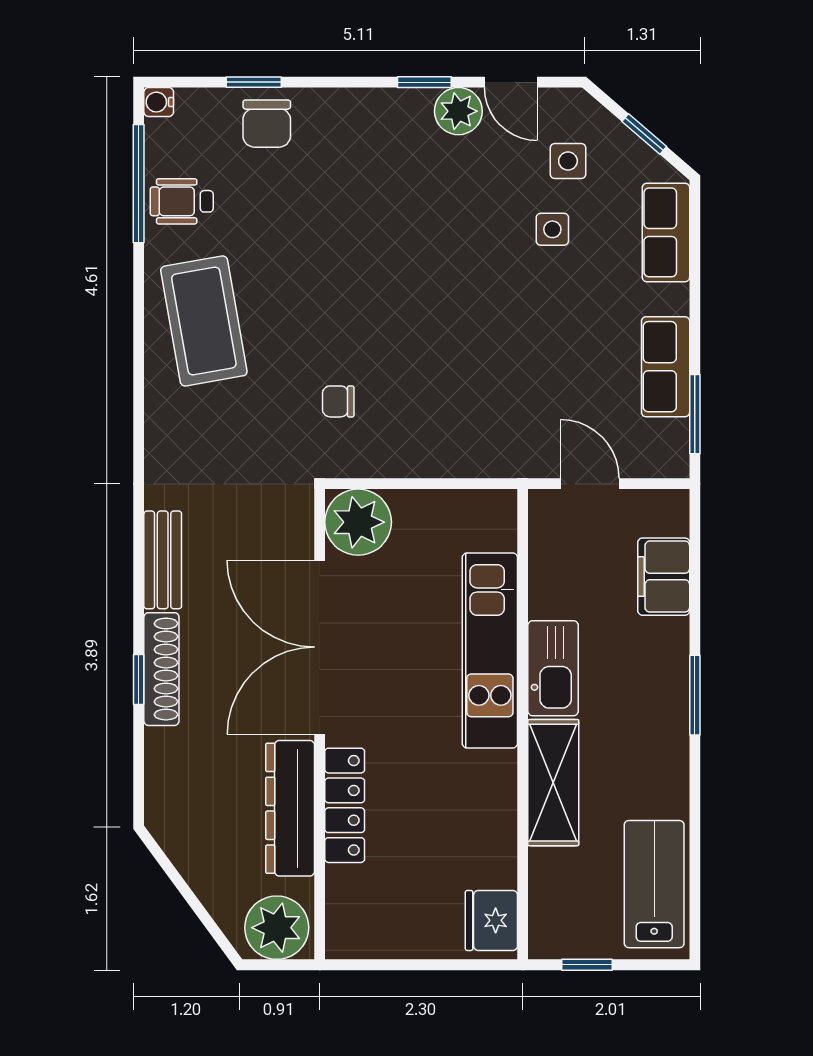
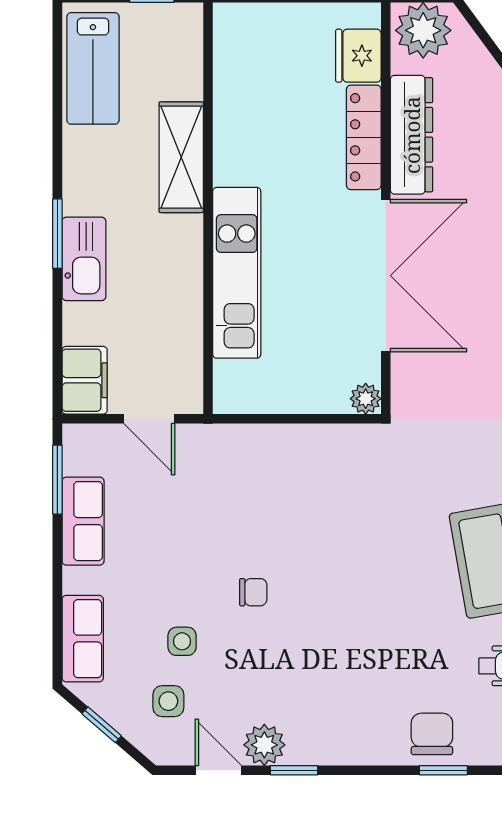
chair: (338, 401) -> (253, 592), moved
plant: (358, 522) -> (366, 399), width x0.53, depth x0.53
filing cabinet: (664, 577) -> (85, 380), moved
kitchen sink: (553, 668) -> (84, 259), moved, turned 180
fridge: (491, 920) -> (358, 56), moved, turned 180

